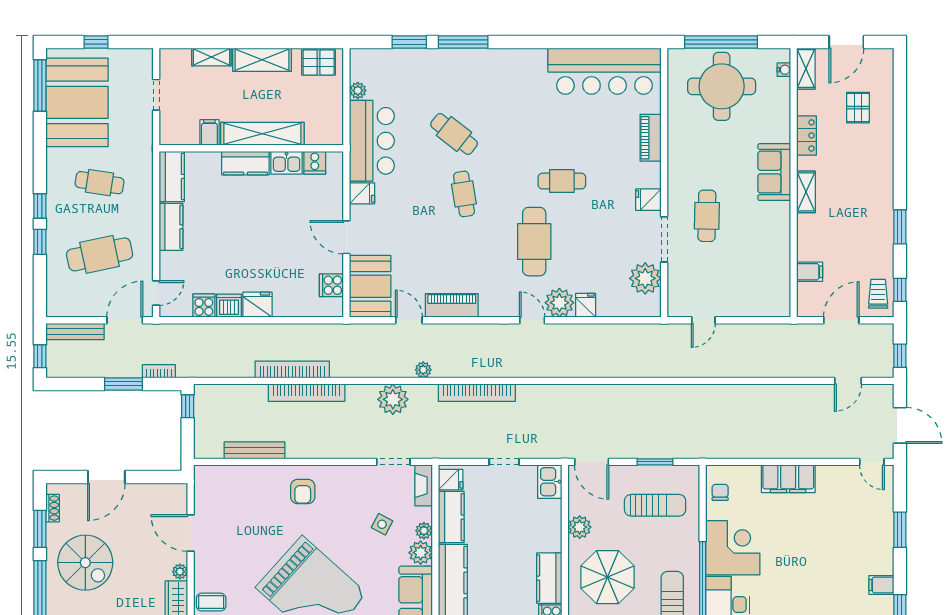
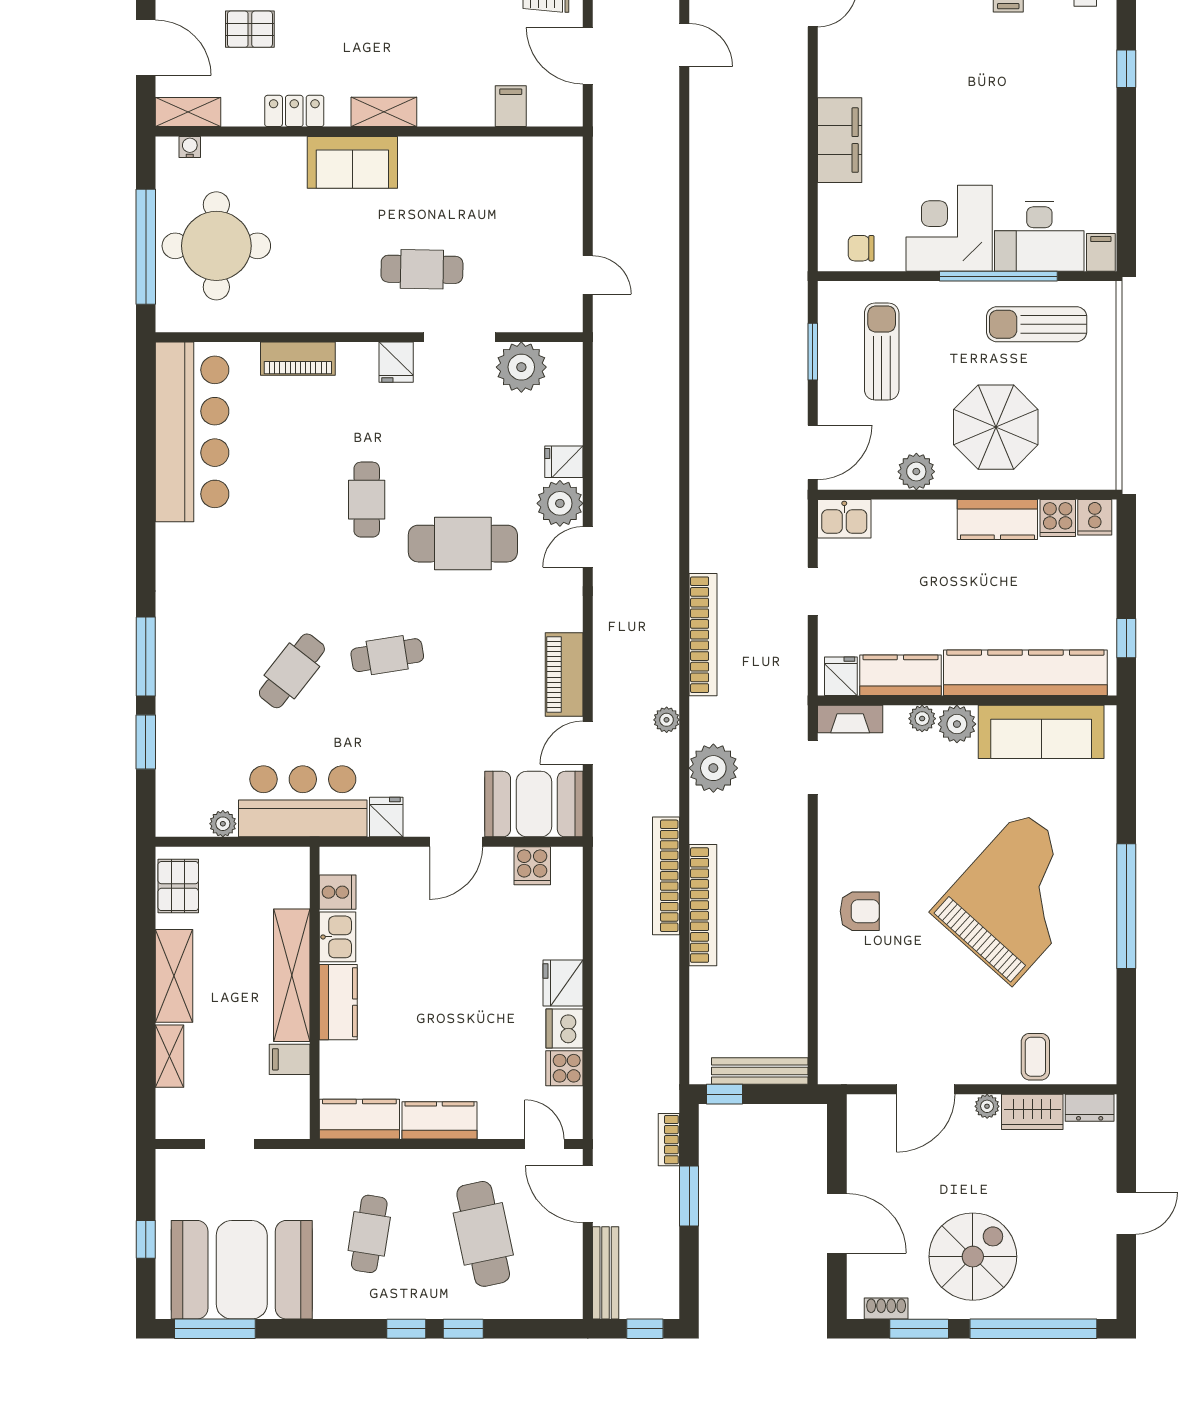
bookcase: (292, 369) -> (666, 876), moved
bench: (255, 450) -> (760, 1071), moved, turned 90
side table: (382, 524) -> (912, 785), removed

